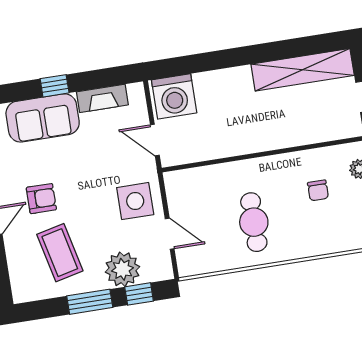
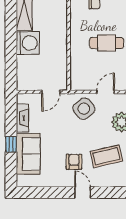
washing machine: (174, 96) -> (28, 43), moved
side table: (135, 201) -> (84, 109), turned -38

